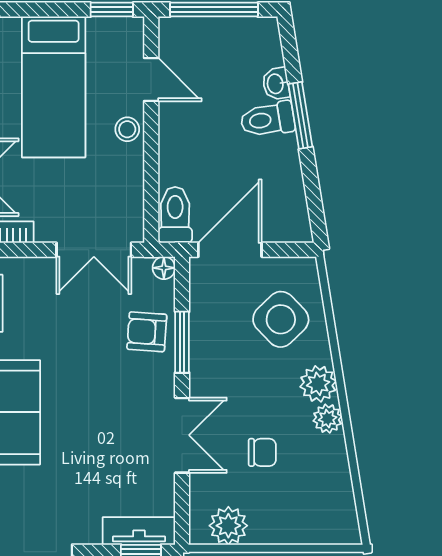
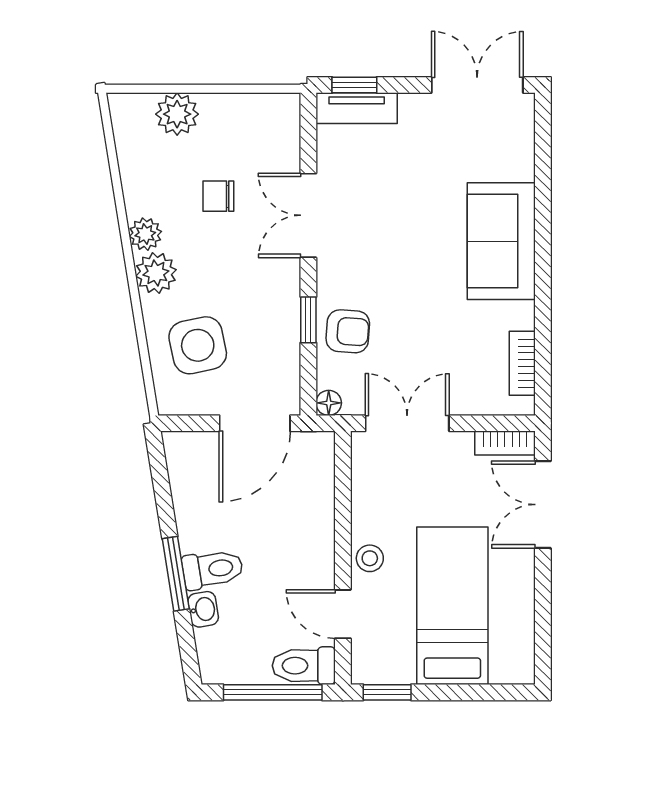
toilet: (175, 215) -> (304, 666), moved, turned 90
side table: (281, 319) -> (198, 345), turned 32
window: (182, 342) -> (308, 320), width x0.67
plant: (228, 526) -> (177, 114), moved

